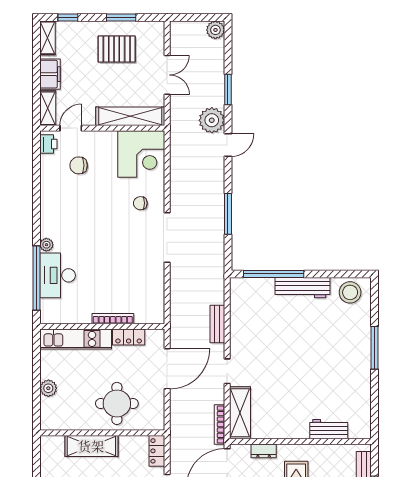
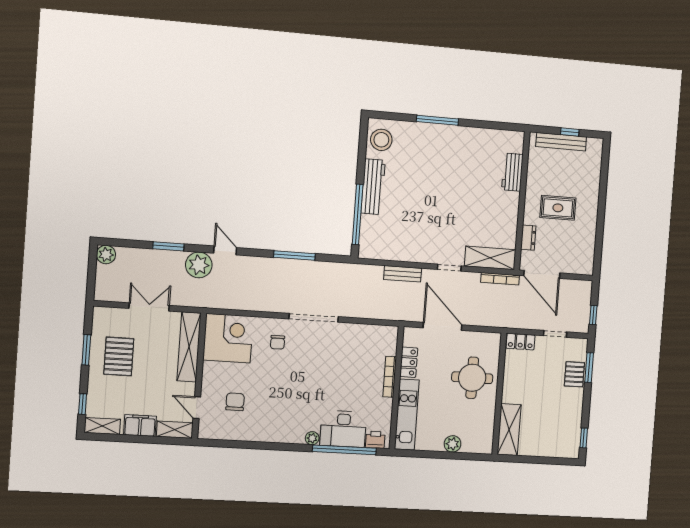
printer: (48, 144) -> (375, 440), moved
chair: (79, 165) -> (235, 402), turned 180
shelving: (91, 446) -> (509, 430), moved

